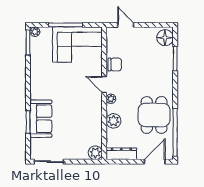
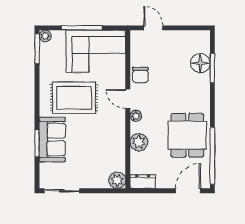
floor lamp: (165, 38) -> (200, 63), moved
chair: (115, 64) -> (140, 75), turned 90
rug: (59, 84) -> (74, 98), added
dresser: (121, 154) -> (143, 181), width x0.70

